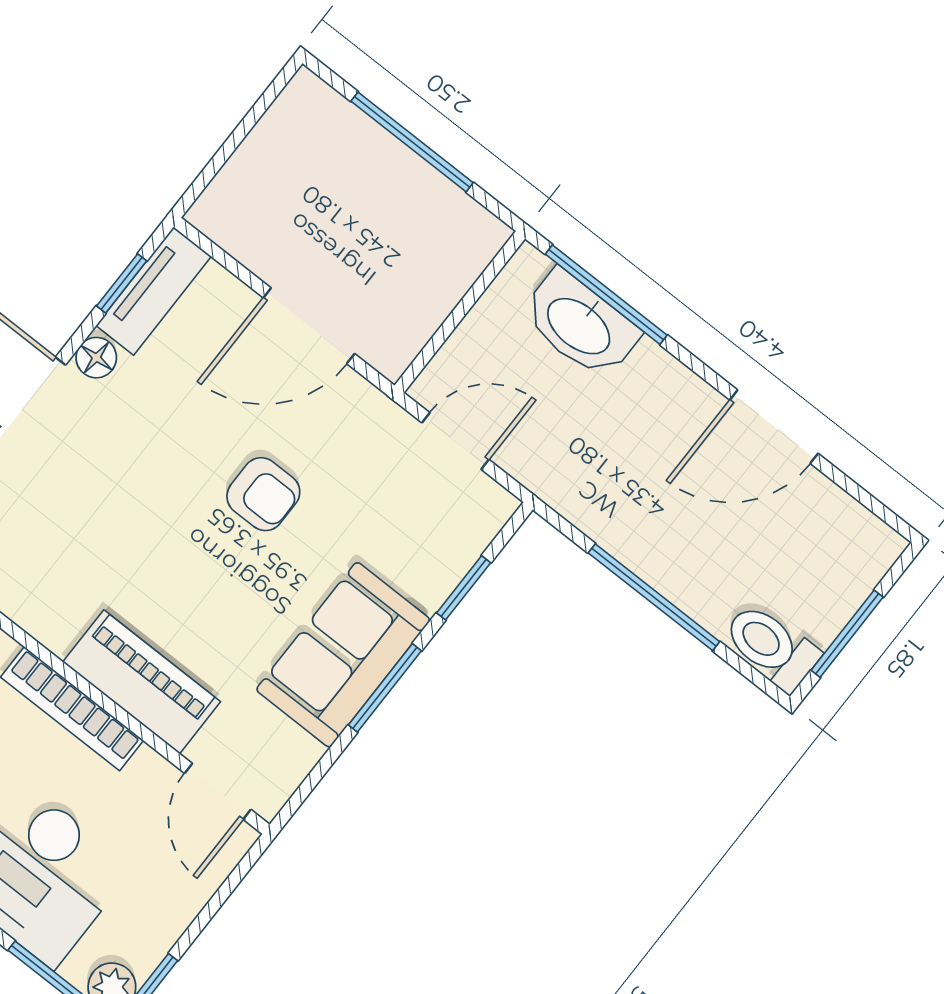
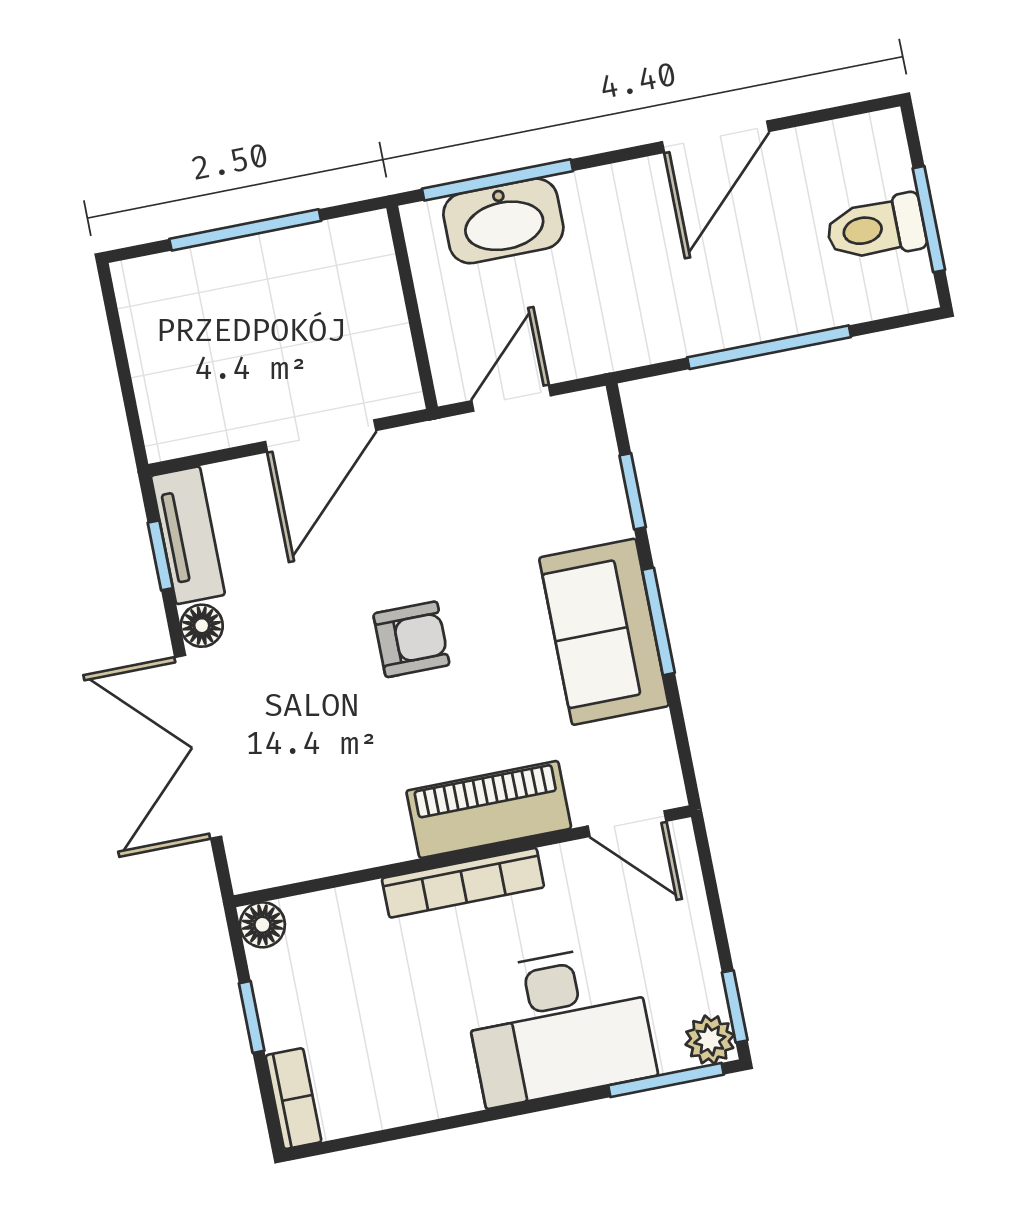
armchair: (263, 494) -> (411, 639), moved
toilet: (771, 647) -> (876, 228), moved

